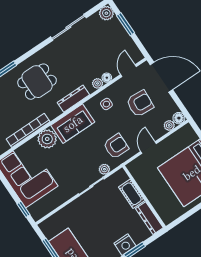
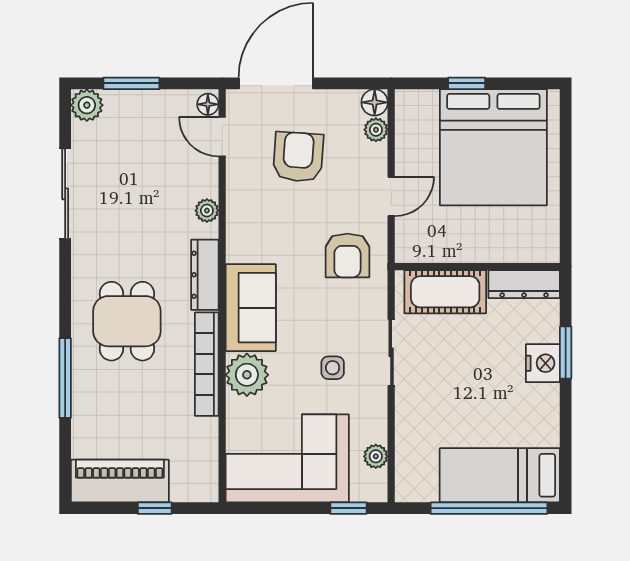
floor lamp: (107, 78) -> (208, 104), moved
side table: (106, 104) -> (333, 368), moved
bookcase: (28, 130) -> (207, 364), moved
armchair: (116, 146) -> (347, 255), turned 180
door: (149, 148) -> (391, 196), swing flipped
plant: (104, 169) -> (376, 456), moved
cot: (132, 194) -> (445, 292), width x1.37, depth x1.34

